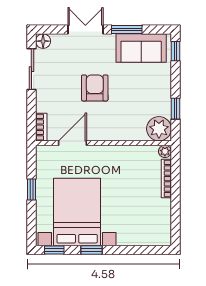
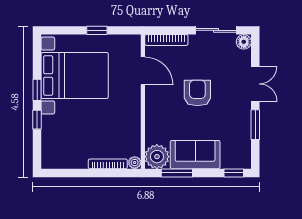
sofa: (141, 48) -> (195, 155), moved, turned 90
armchair: (95, 88) -> (197, 93), turned -90
window: (175, 109) -> (177, 173), width x1.50
bookcase: (41, 127) -> (166, 40), width x1.56
window: (54, 250) -> (37, 120), moved

